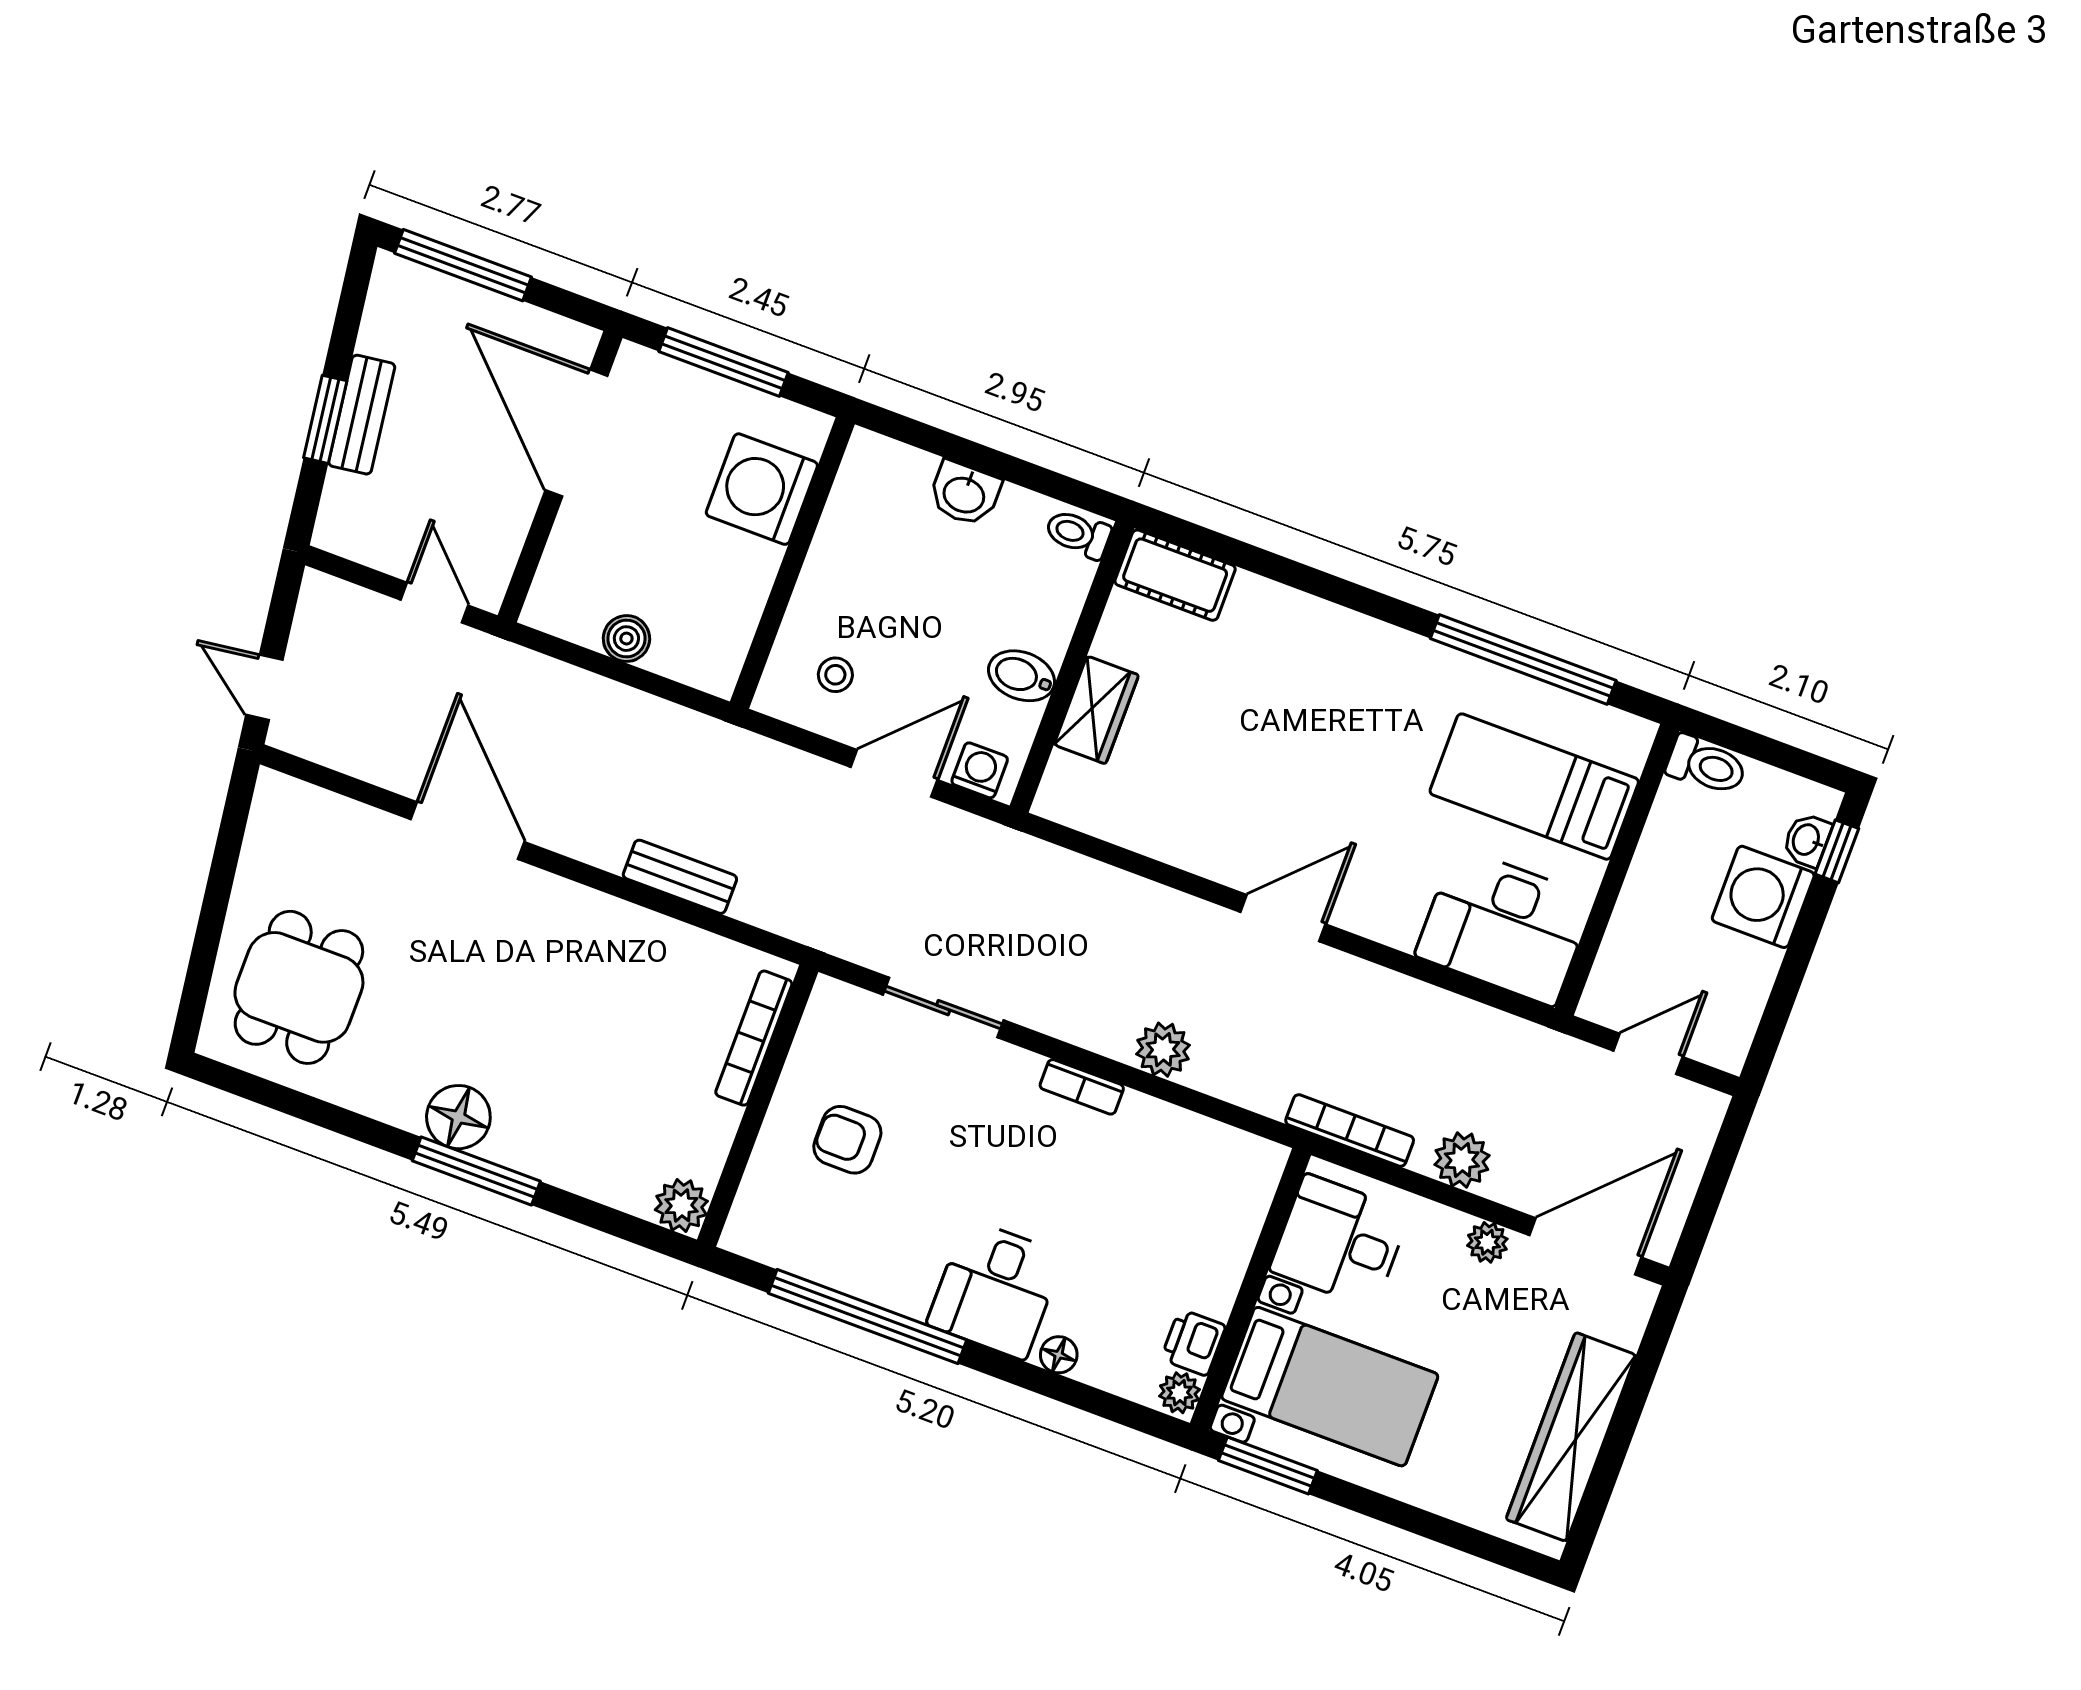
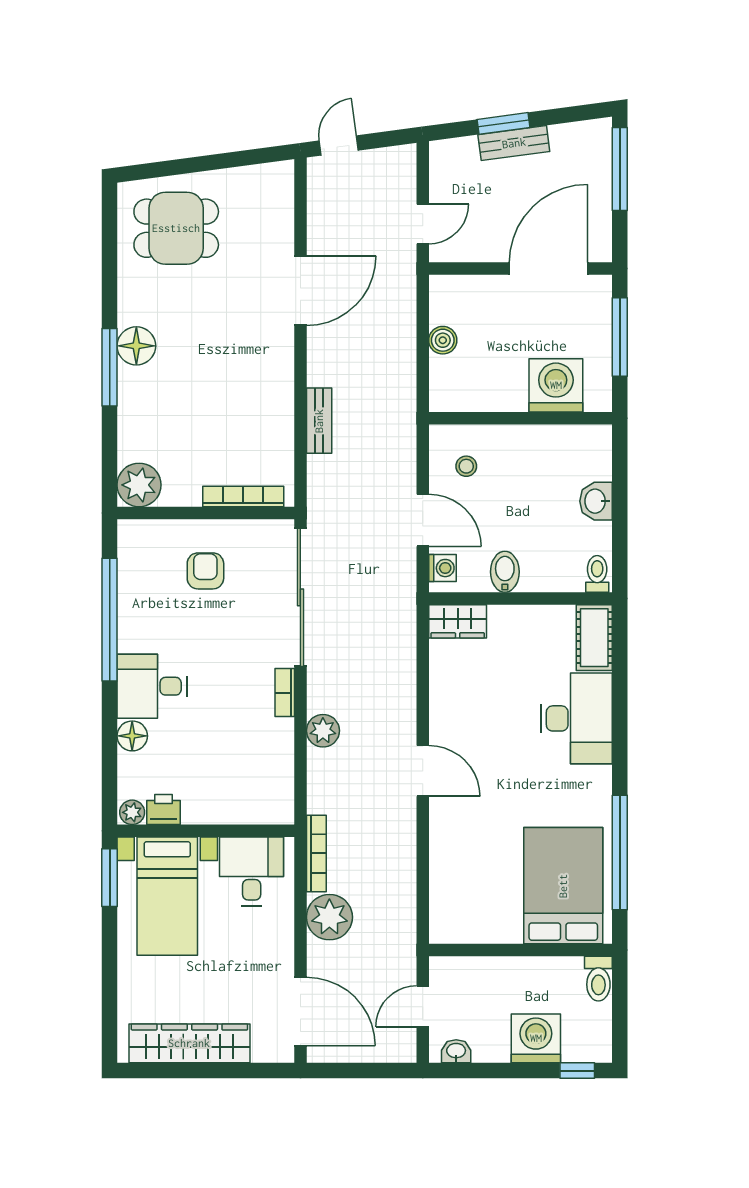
wardrobe: (1096, 710) -> (458, 621), moved
bed: (1534, 787) -> (563, 886), width x1.50
washbasin: (1807, 840) -> (456, 1051), moved
desk: (1505, 927) -> (576, 718), moved, turned 180
sliding door: (943, 1008) -> (300, 597), width x1.86
door: (1648, 1054) -> (423, 1006), swing flipped
plant: (1462, 1160) -> (329, 917), width x1.36, depth x1.36
plant: (681, 1205) -> (139, 485), width x1.36, depth x1.36
plant: (1487, 1242) -> (282, 955), removed
floor lamp: (1059, 1355) -> (132, 736), width x1.37, depth x1.37

